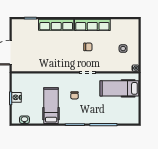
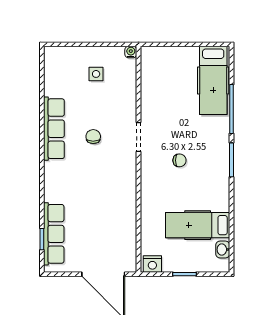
row of seats: (56, 25) -> (54, 234), moved
hospital bed: (119, 88) -> (213, 80), moved
nightstand: (16, 97) -> (152, 264), moved
hospital bed: (51, 106) -> (198, 225), moved

